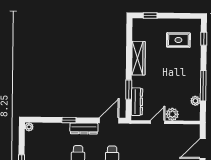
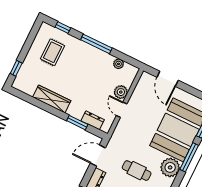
window: (203, 86) -> (96, 44), moved
dresser: (137, 102) -> (93, 120), width x0.70
door: (109, 120) -> (98, 155), hinge flipped

